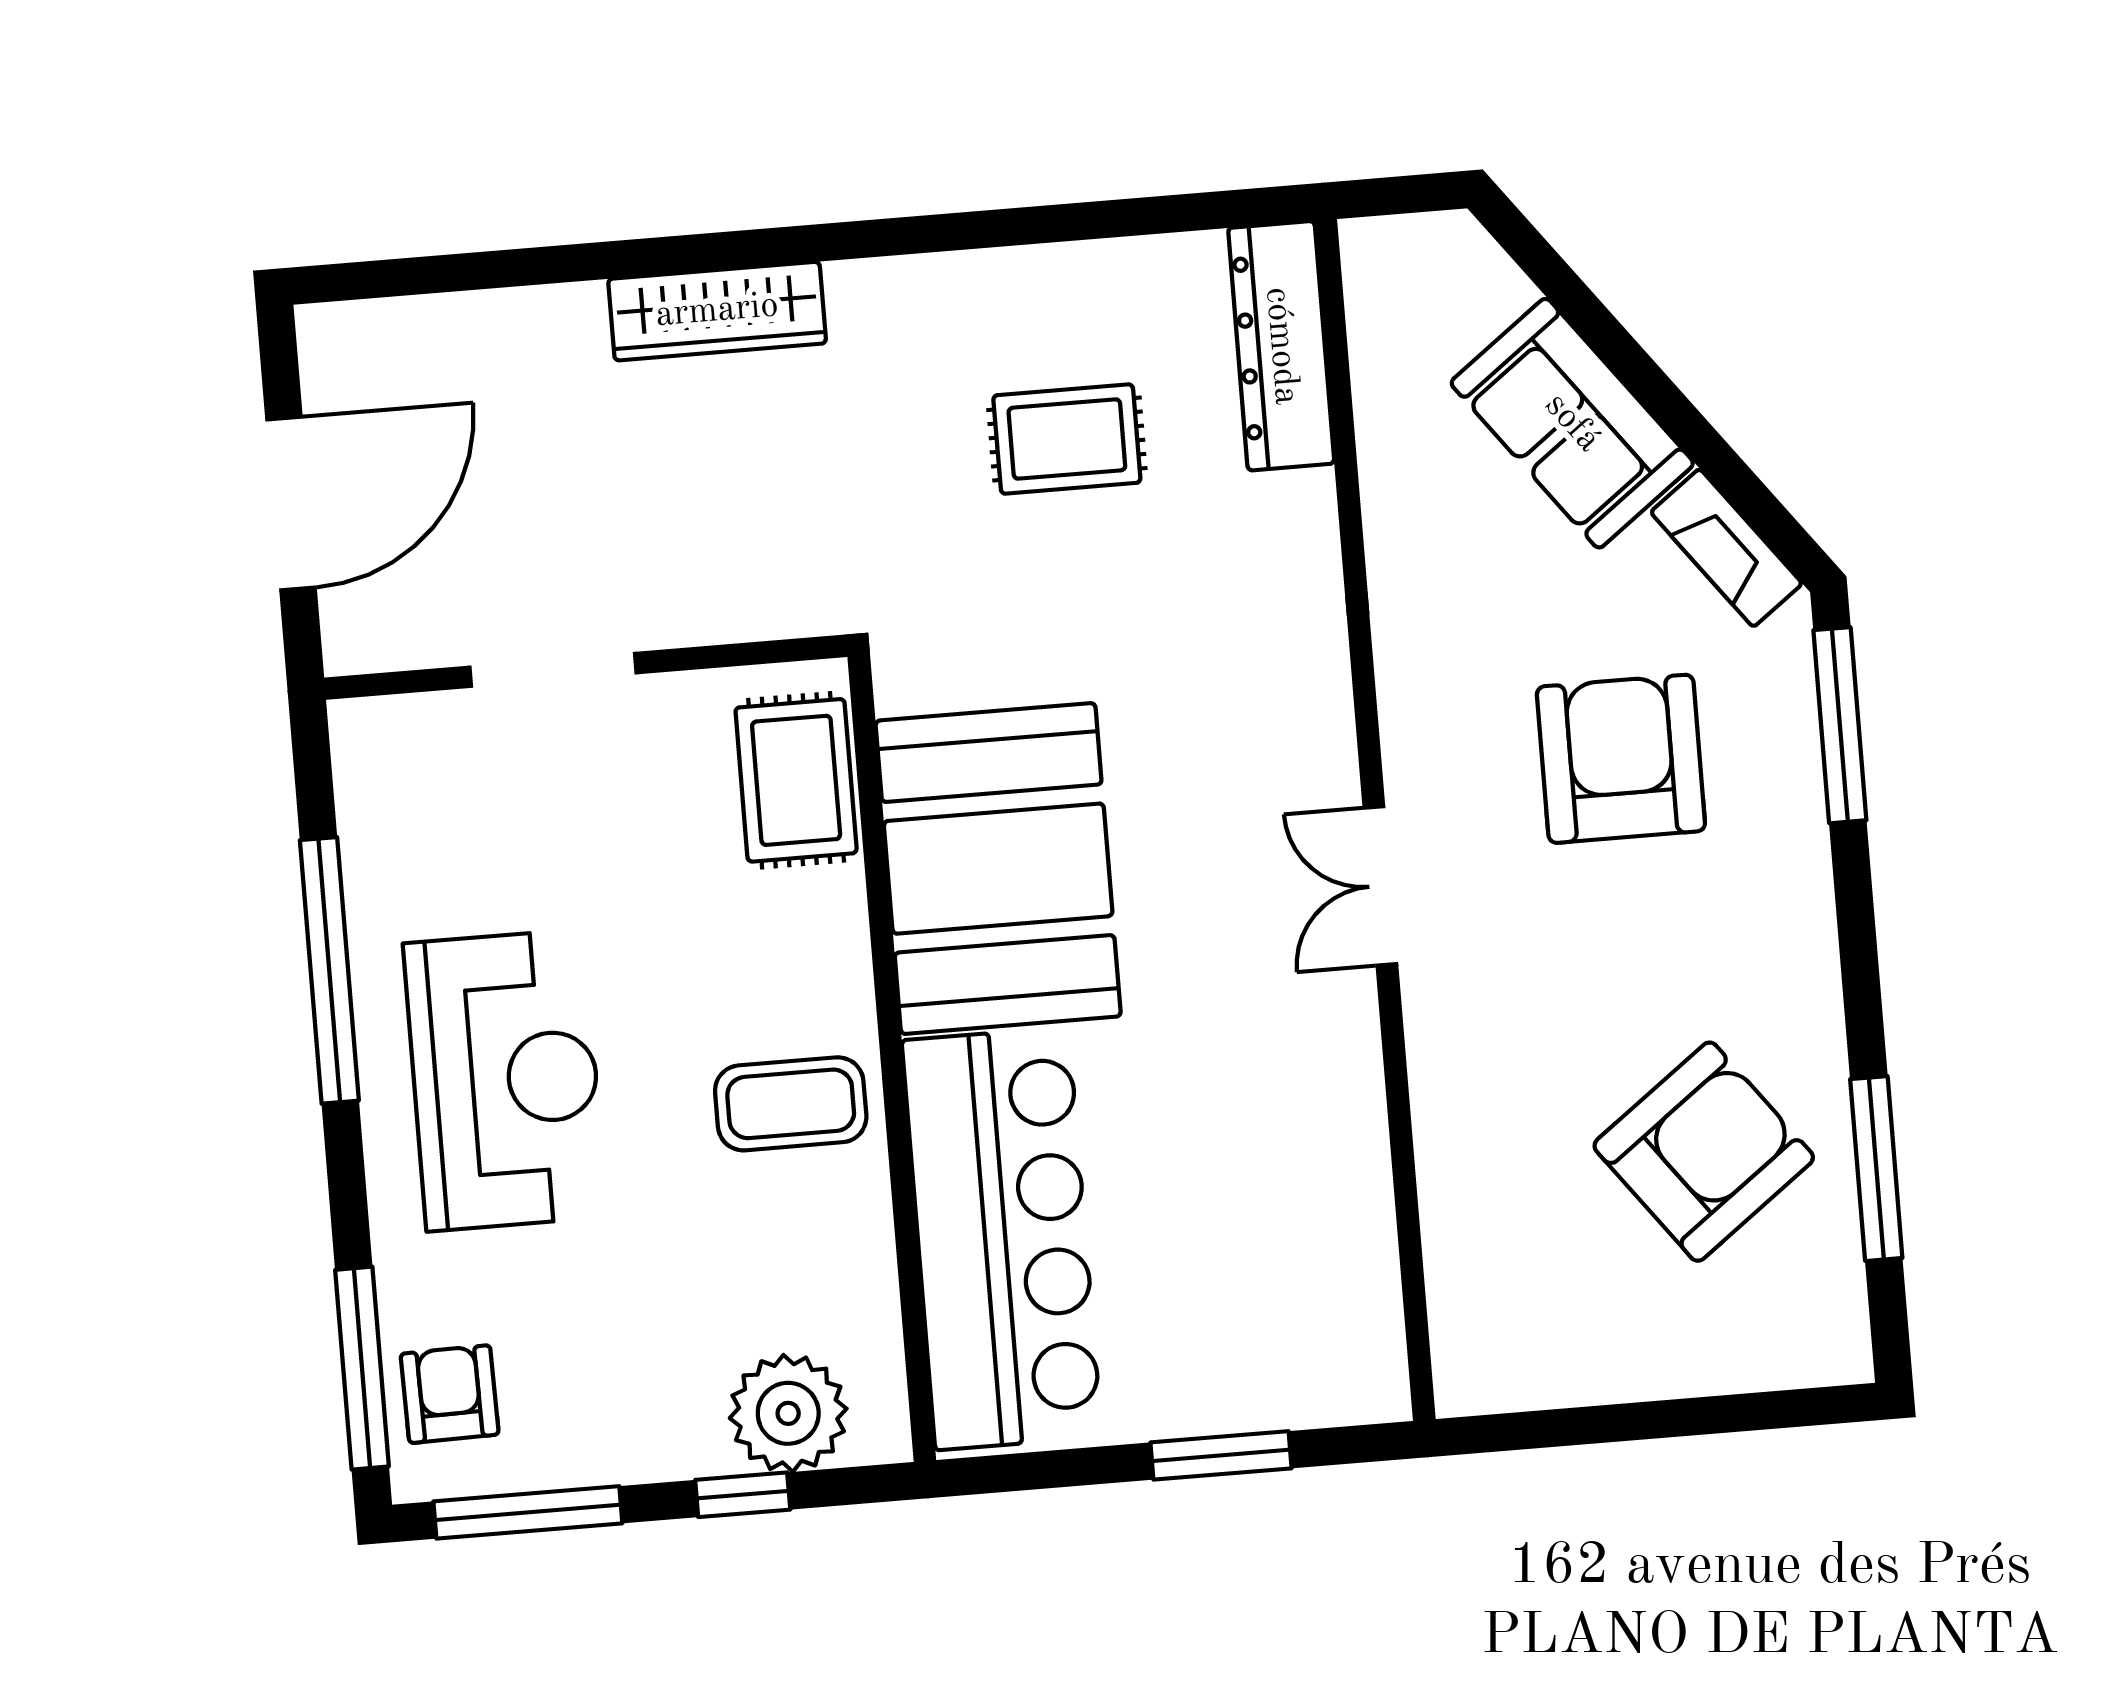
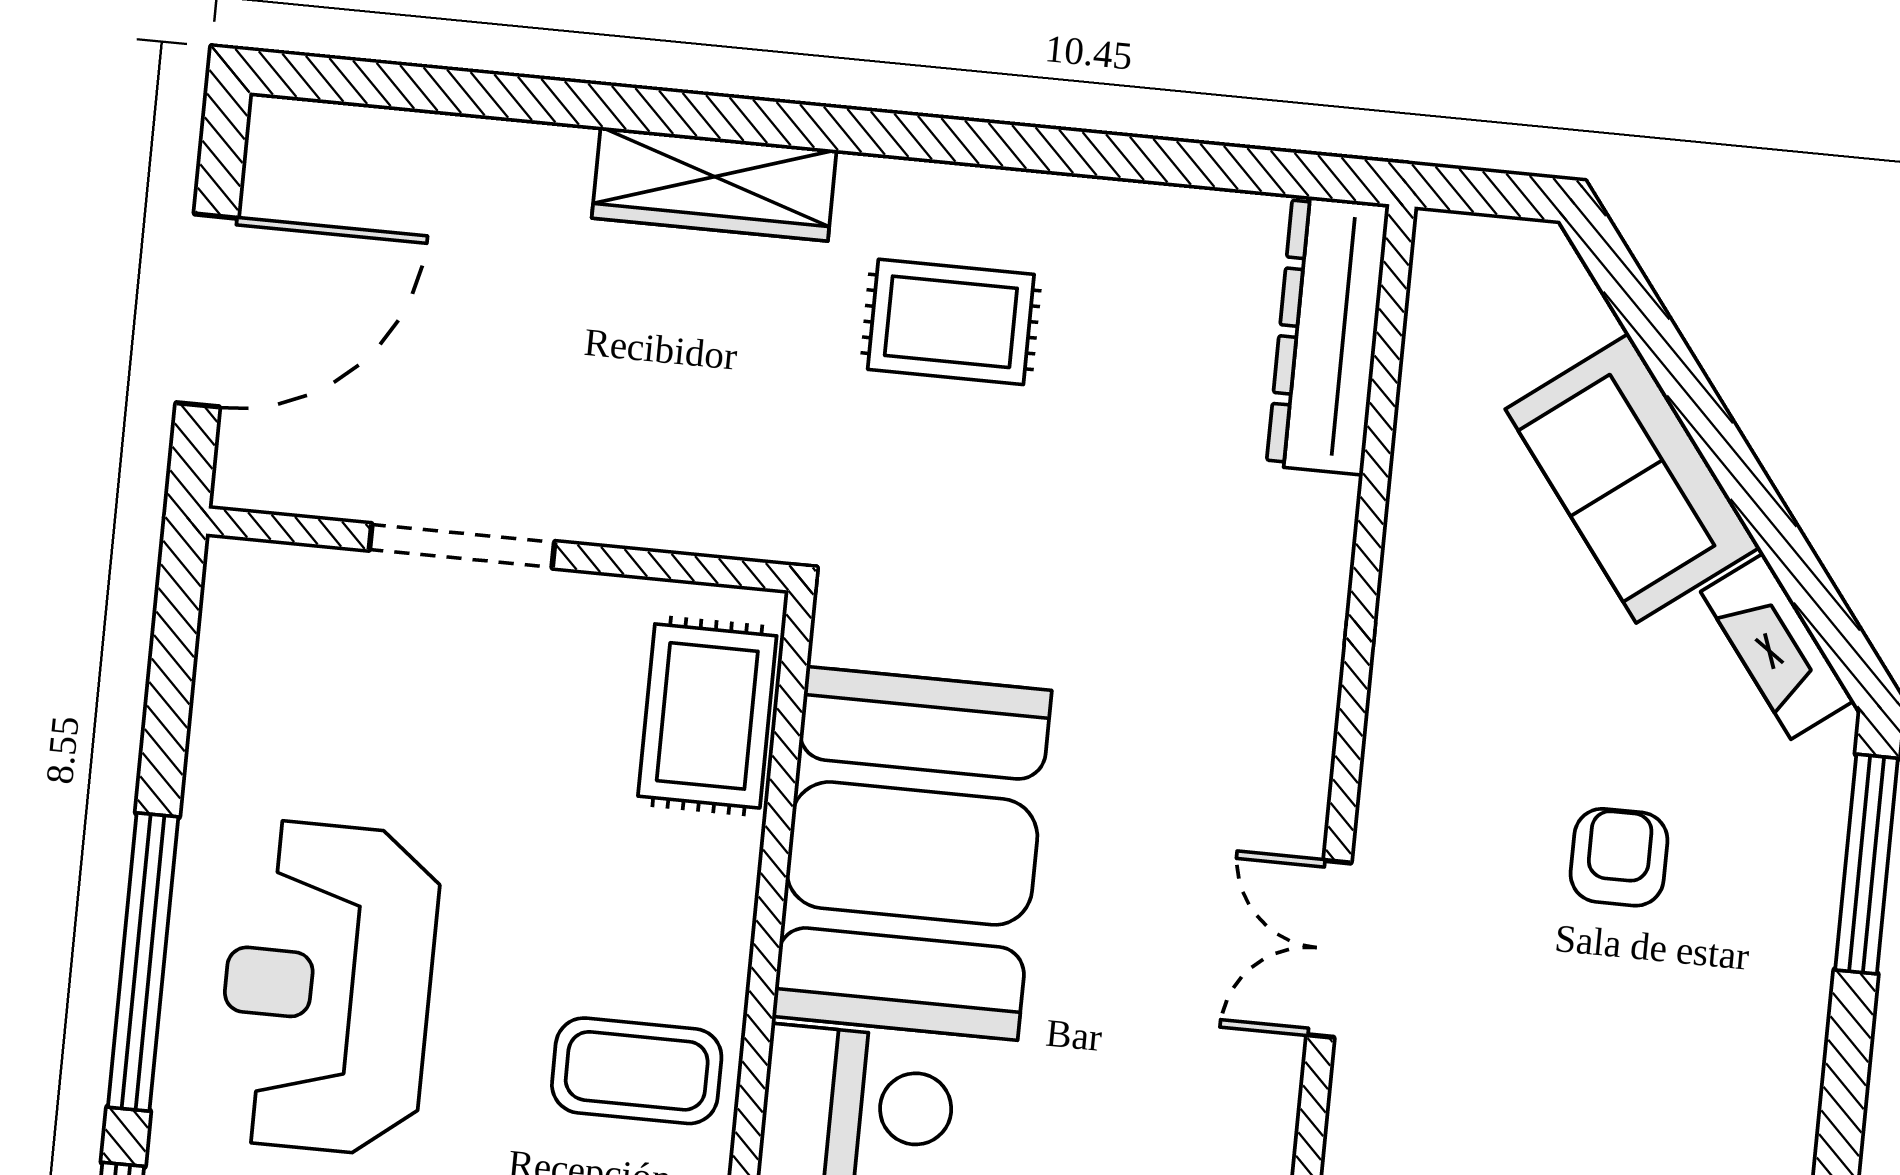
rug: (1067, 439) -> (951, 322), moved
armchair: (1621, 759) -> (1619, 857), width x0.53, depth x0.53
window: (329, 970) -> (143, 962), moved
reception desk: (505, 1080) -> (327, 988), turned 180

